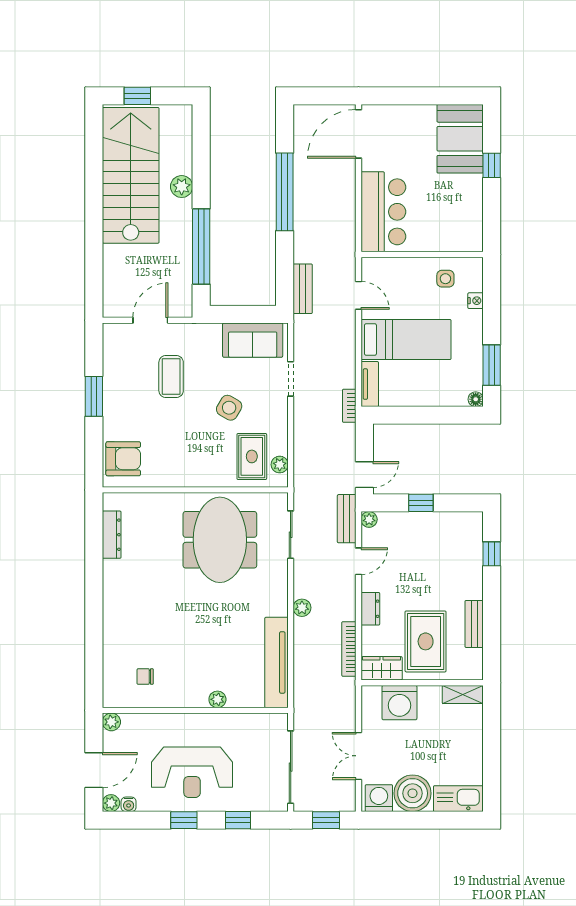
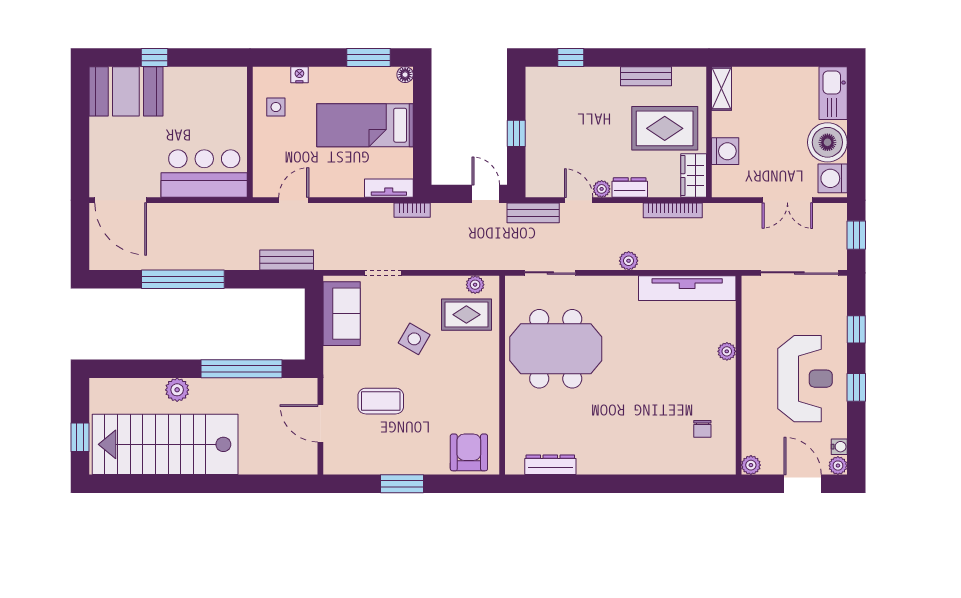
bed: (406, 339) -> (365, 125), moved, turned -90
plant: (369, 519) -> (602, 189), moved
washing machine: (399, 703) -> (725, 151), width x0.73, depth x0.73

